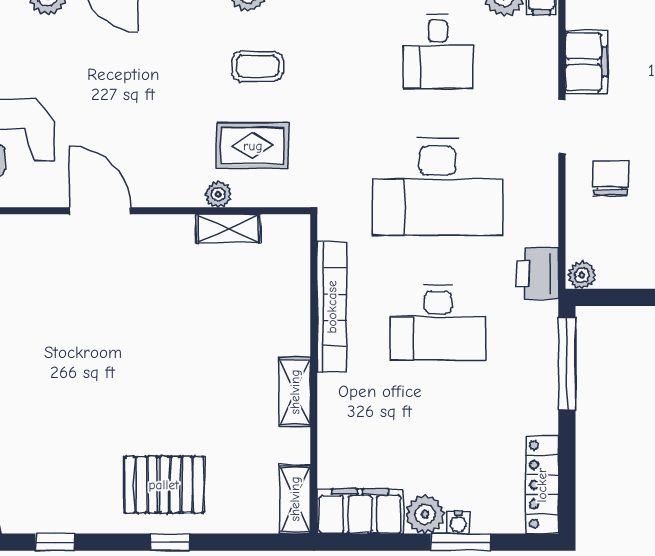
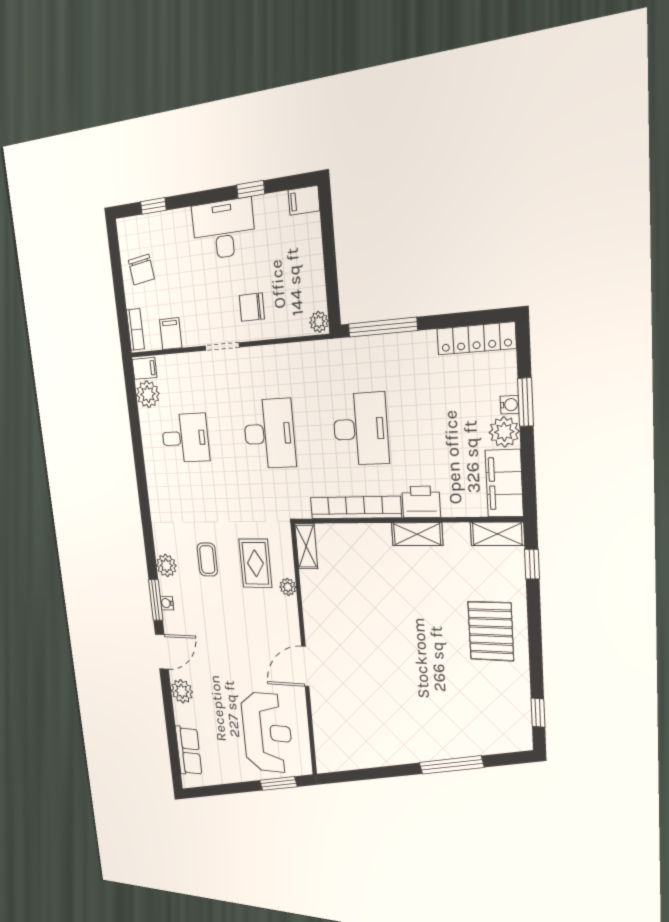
filing cabinet: (586, 62) -> (171, 334), width x0.50
desk: (438, 187) -> (269, 434), width x0.73, depth x0.77
shelving: (228, 229) -> (306, 546), moved
printer: (537, 274) -> (421, 502), moved, turned 180
window: (170, 542) -> (532, 564), moved

